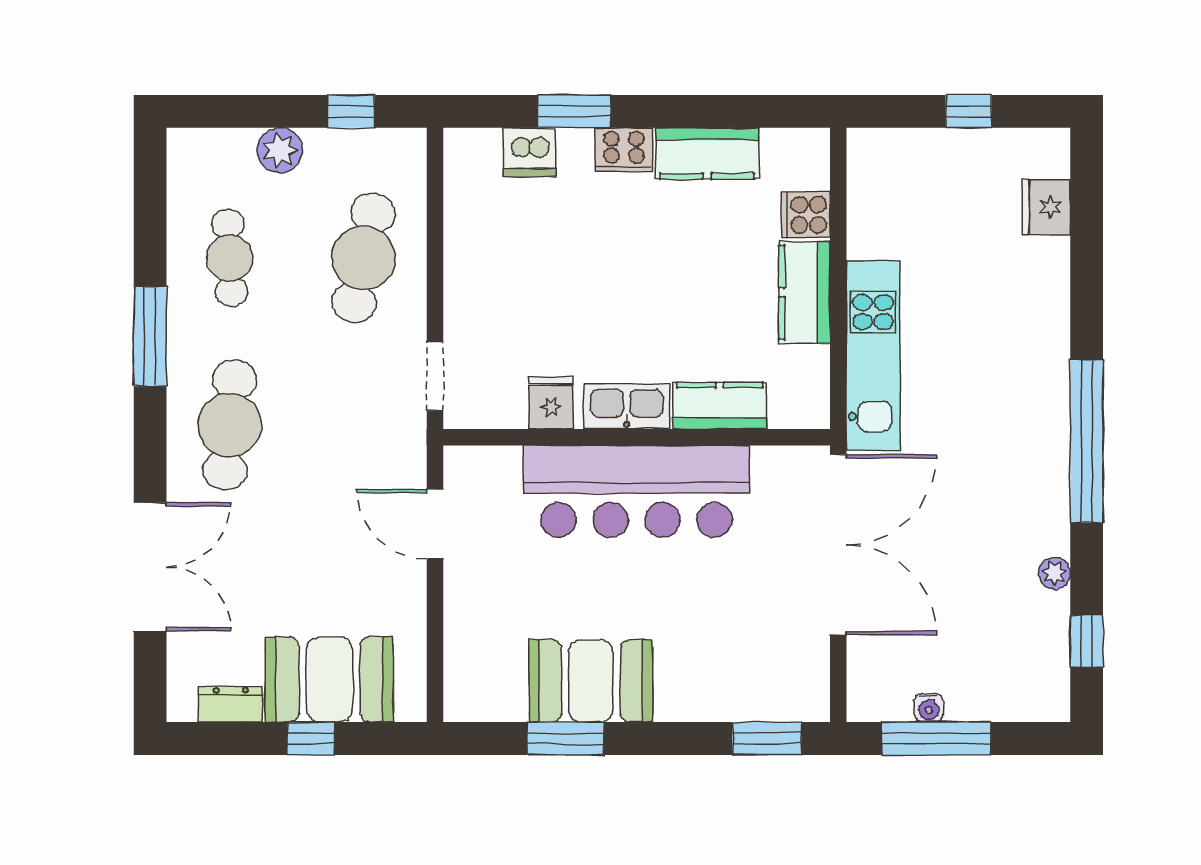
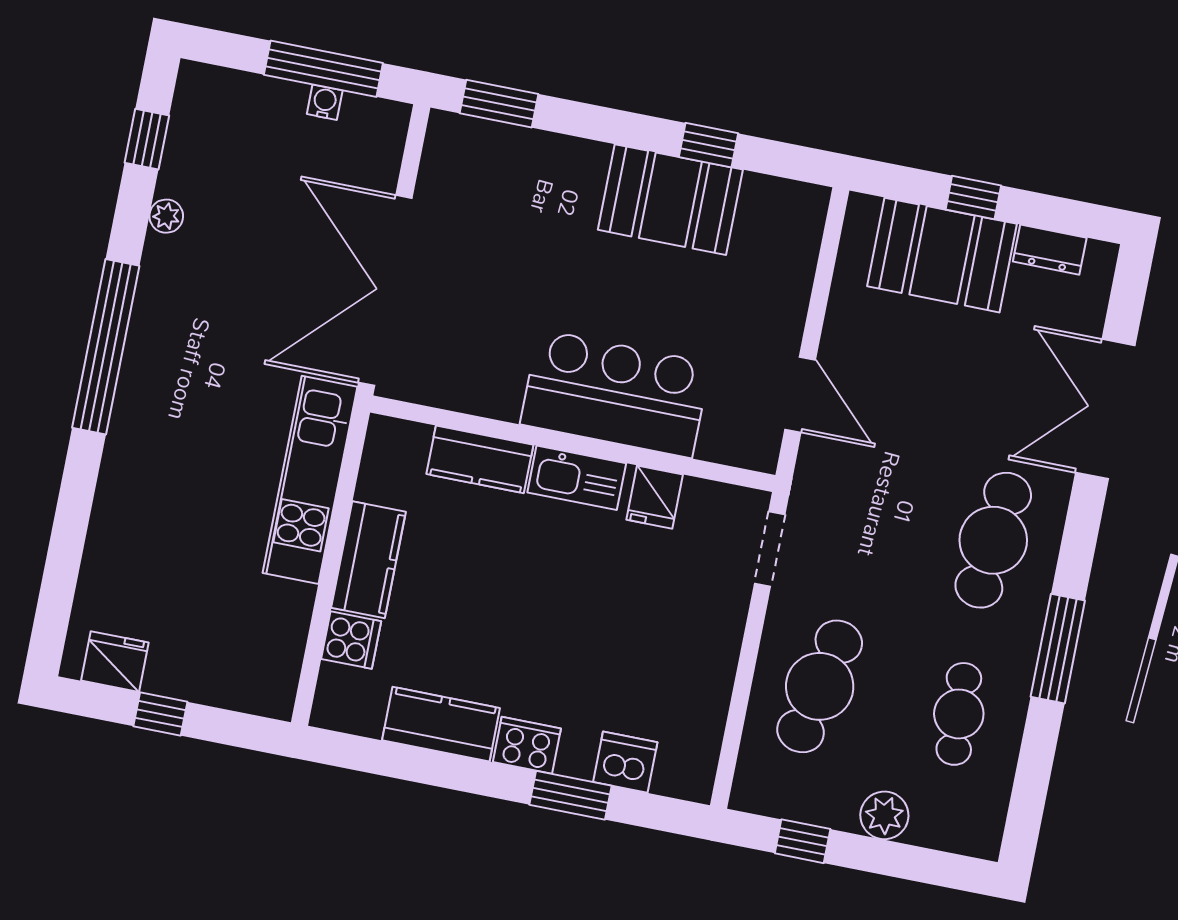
fridge: (1046, 207) -> (115, 662), moved, turned -90
bar counter: (637, 491) -> (615, 394), width x0.73
window: (566, 738) -> (708, 145), width x0.67

